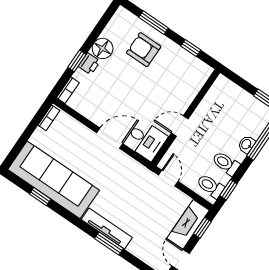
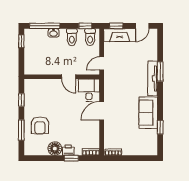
door: (110, 138) -> (102, 111), hinge flipped
sofa: (54, 180) -> (148, 113), width x0.54, depth x0.79

